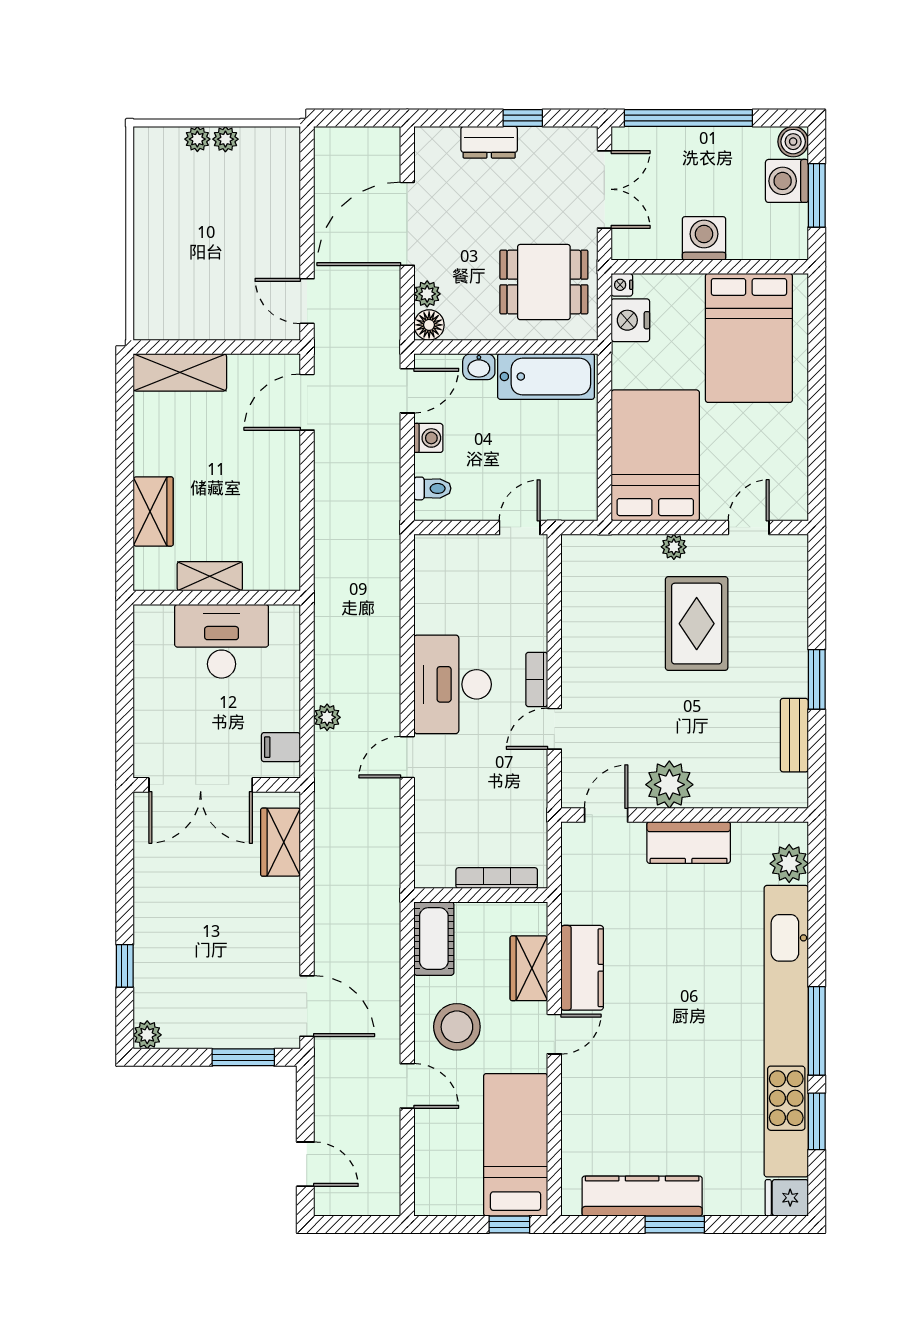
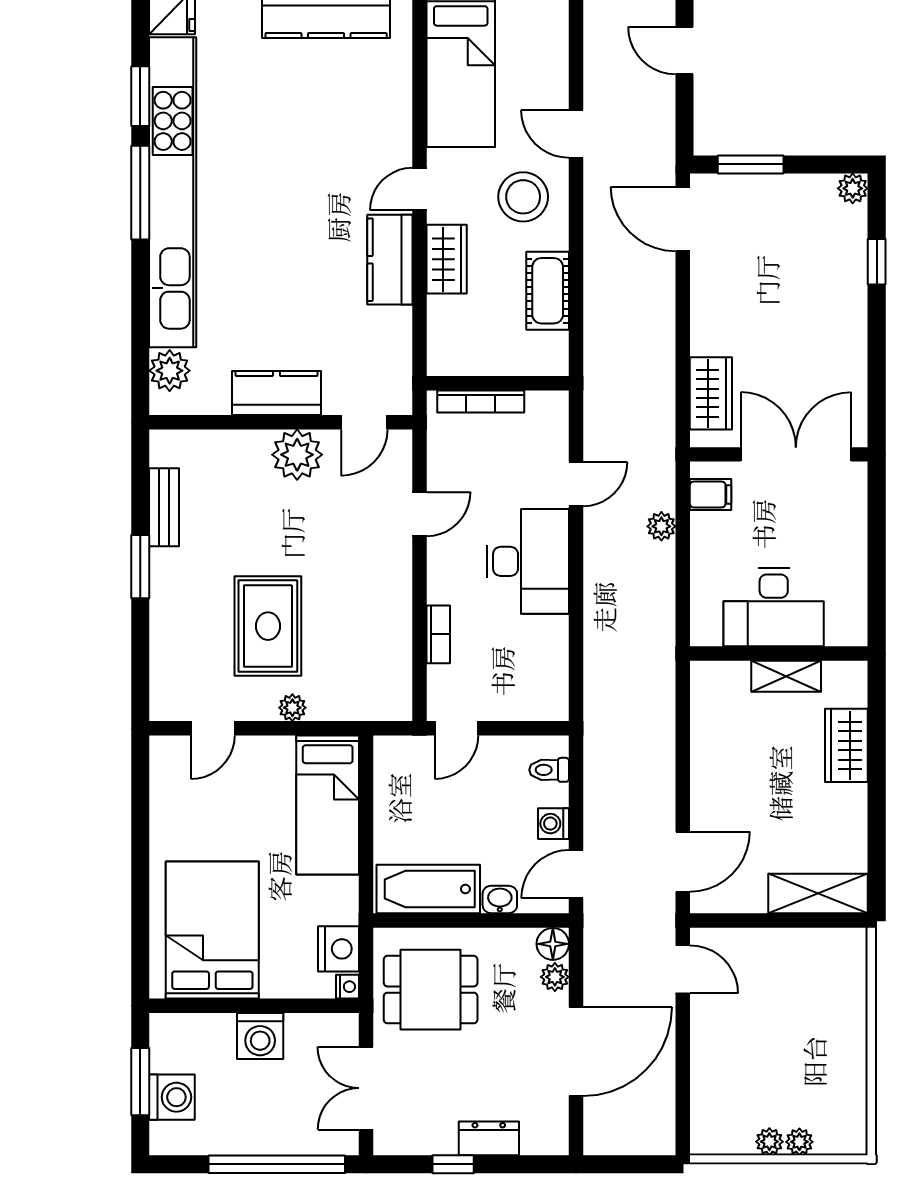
boiler: (793, 142) -> (165, 1139), removed
bed: (655, 455) -> (328, 805), width x0.67
bookcase: (537, 679) -> (438, 634), moved
bookcase: (497, 878) -> (481, 401), moved
wall: (481, 895) -> (498, 383), moved

